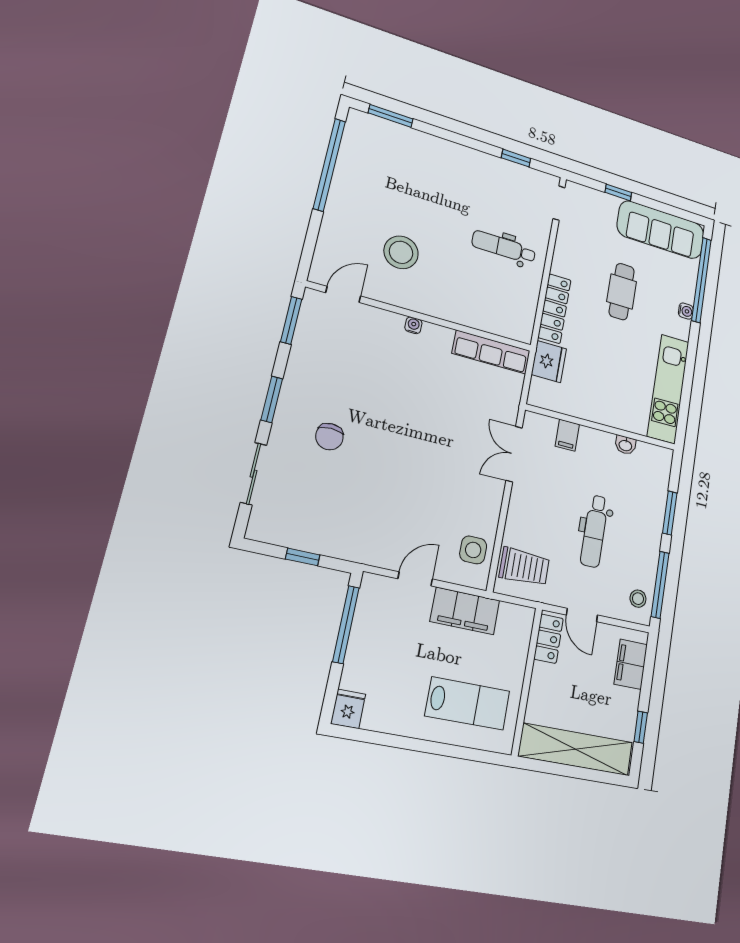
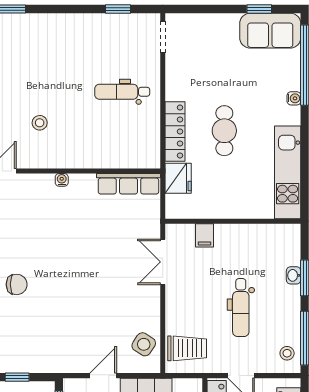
window: (618, 192) -> (259, 9), moved
sofa: (661, 230) -> (270, 31), width x0.73
stool: (401, 252) -> (40, 123), width x0.53, depth x0.53
cafe table: (622, 292) -> (224, 131), moved
chair: (329, 437) -> (17, 284), turned -90
washbasin: (625, 445) -> (294, 275), moved, turned 90
side table: (473, 550) -> (144, 344), turned 33

